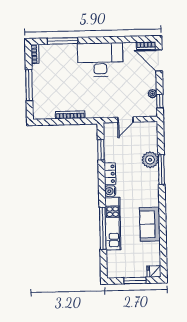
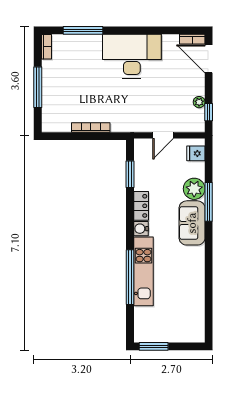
sofa: (150, 224) -> (192, 223), moved
fridge: (154, 271) -> (196, 153), moved
window: (135, 280) -> (154, 346), moved

